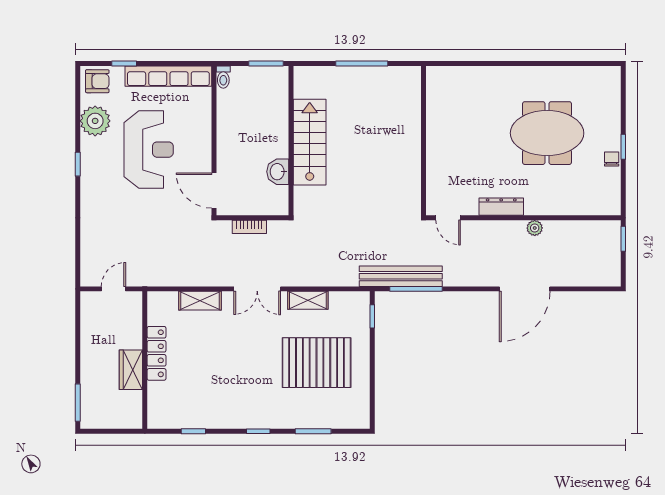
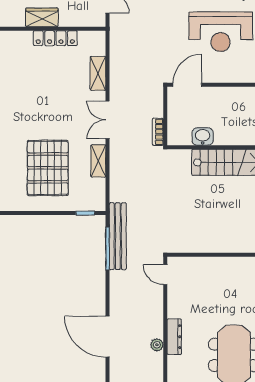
dresser: (501, 207) -> (174, 337), moved
door: (448, 218) -> (165, 275), hinge flipped
bookcase: (249, 227) -> (158, 132), moved

